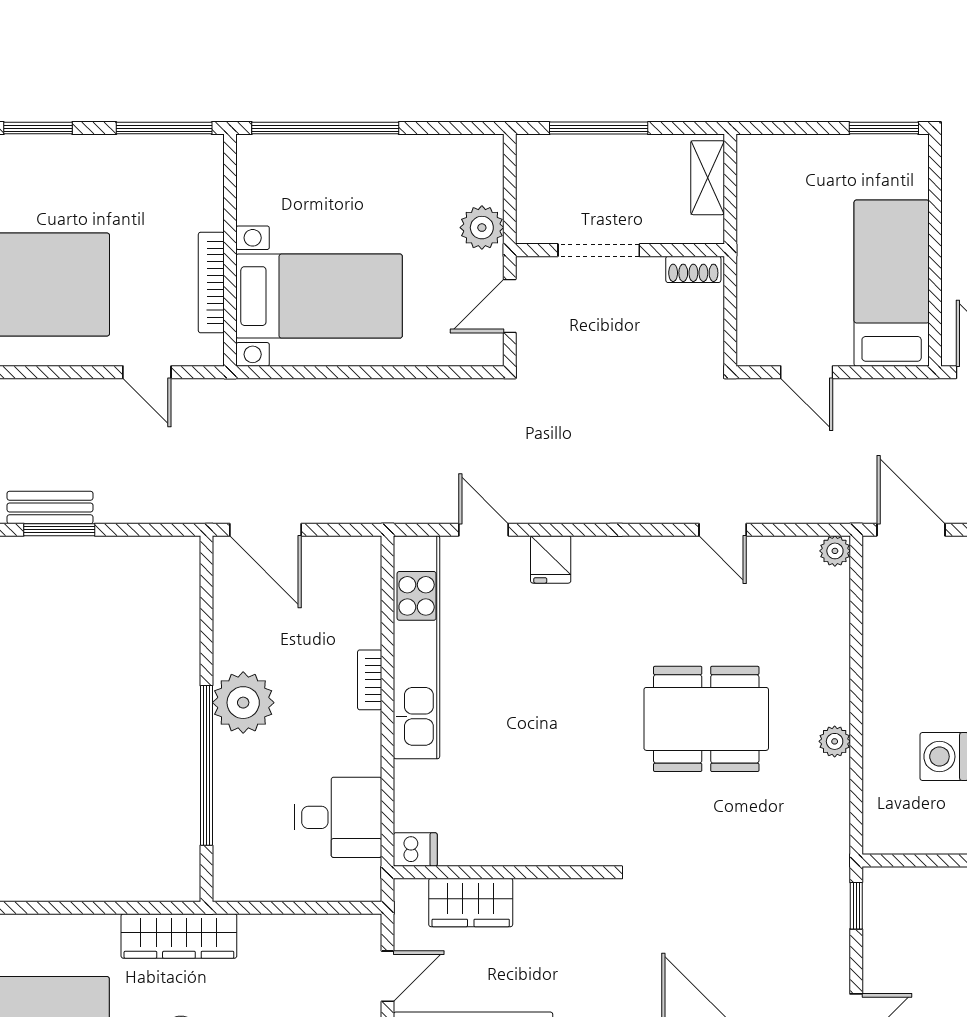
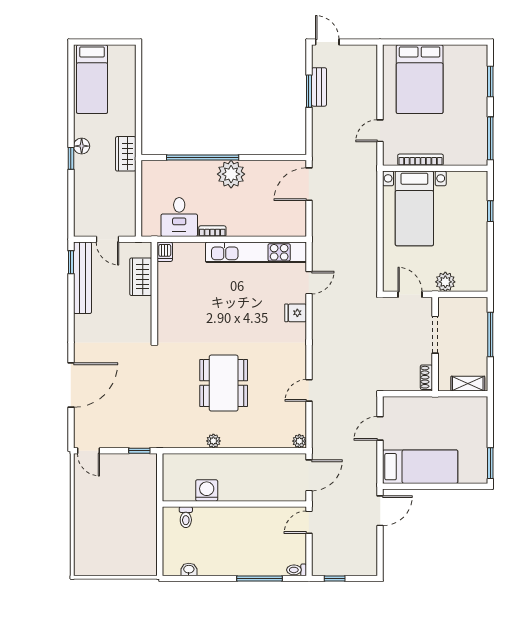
window: (325, 128) -> (490, 211), width x0.32
bookcase: (370, 680) -> (212, 231), moved
wardrobe: (179, 936) -> (126, 154), width x0.67

